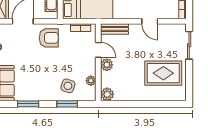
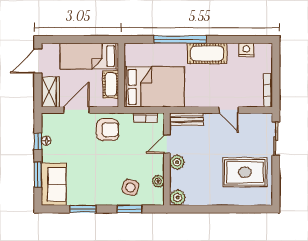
door: (98, 50) -> (167, 144), swing flipped

